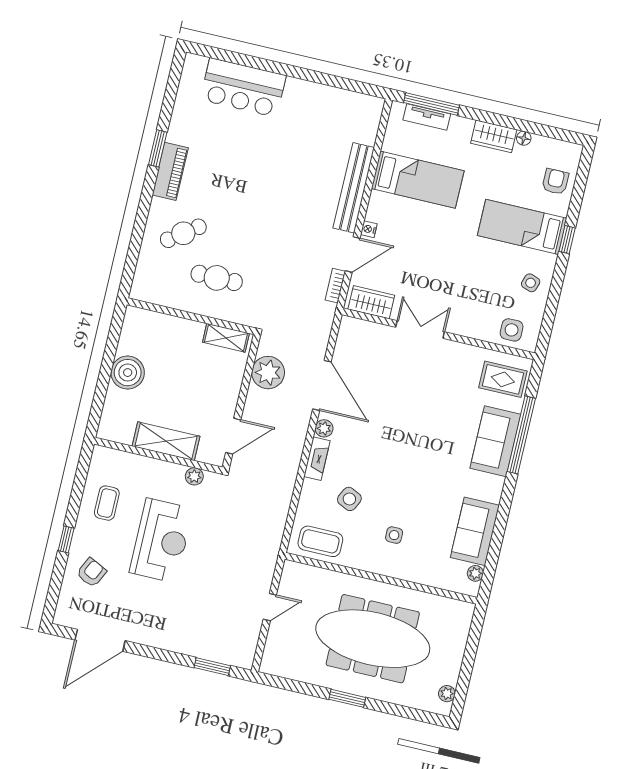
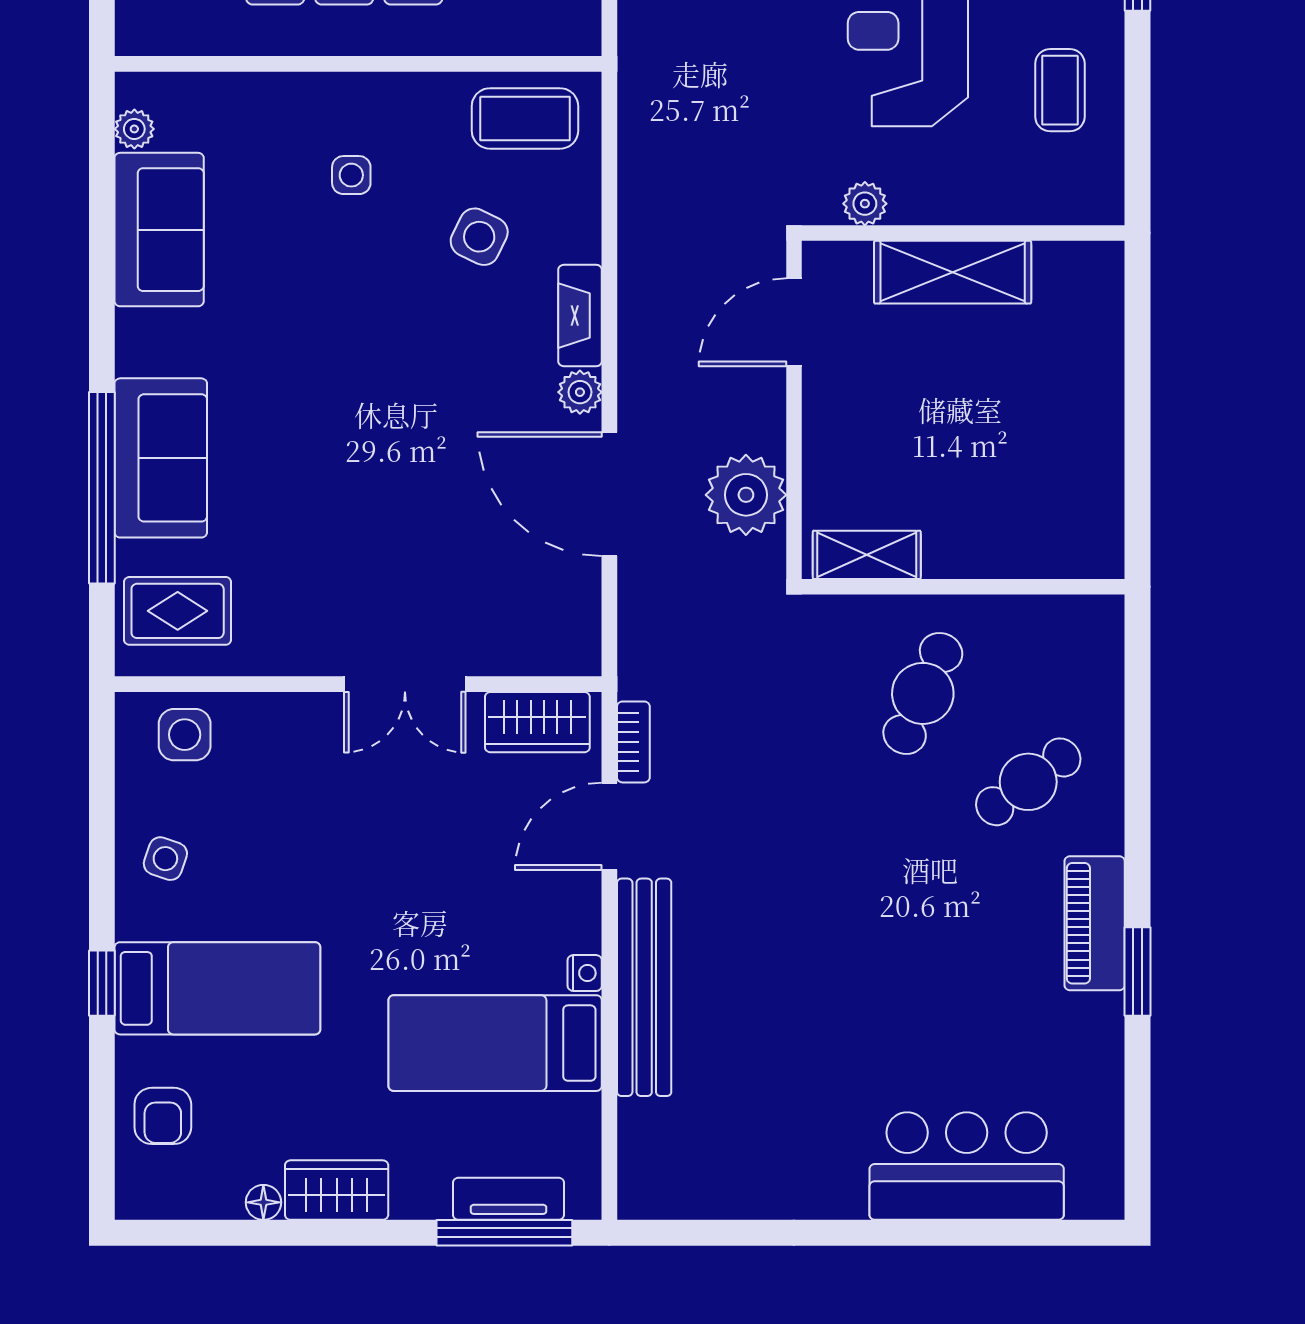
nightstand: (369, 229) -> (585, 973), moved
cafe table: (217, 278) -> (923, 693), turned -66
boiler: (128, 373) -> (1084, 416), removed

